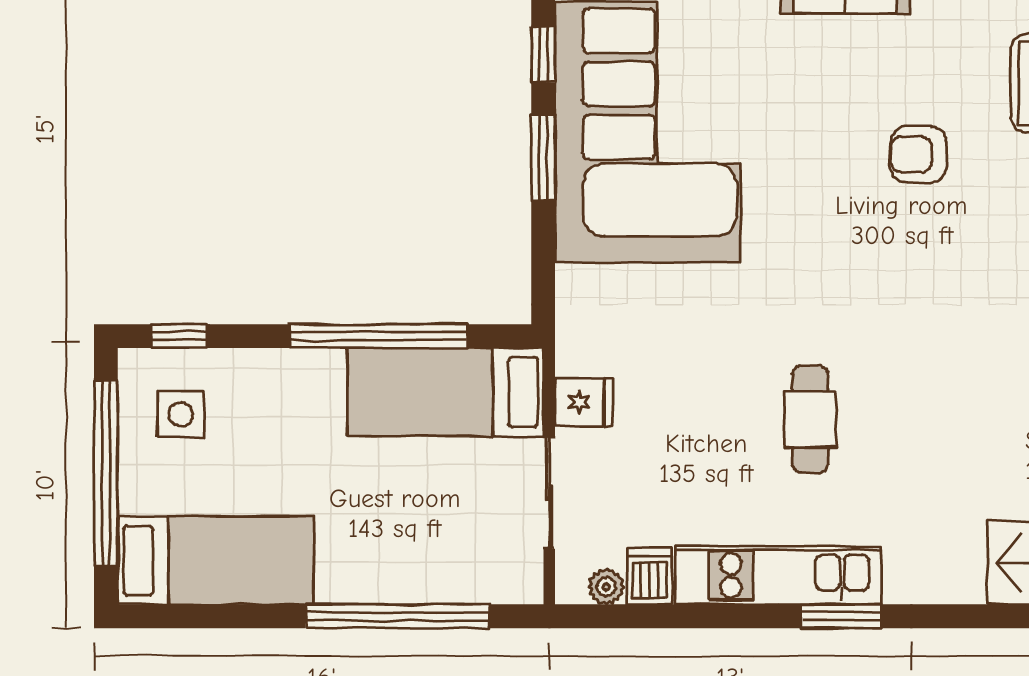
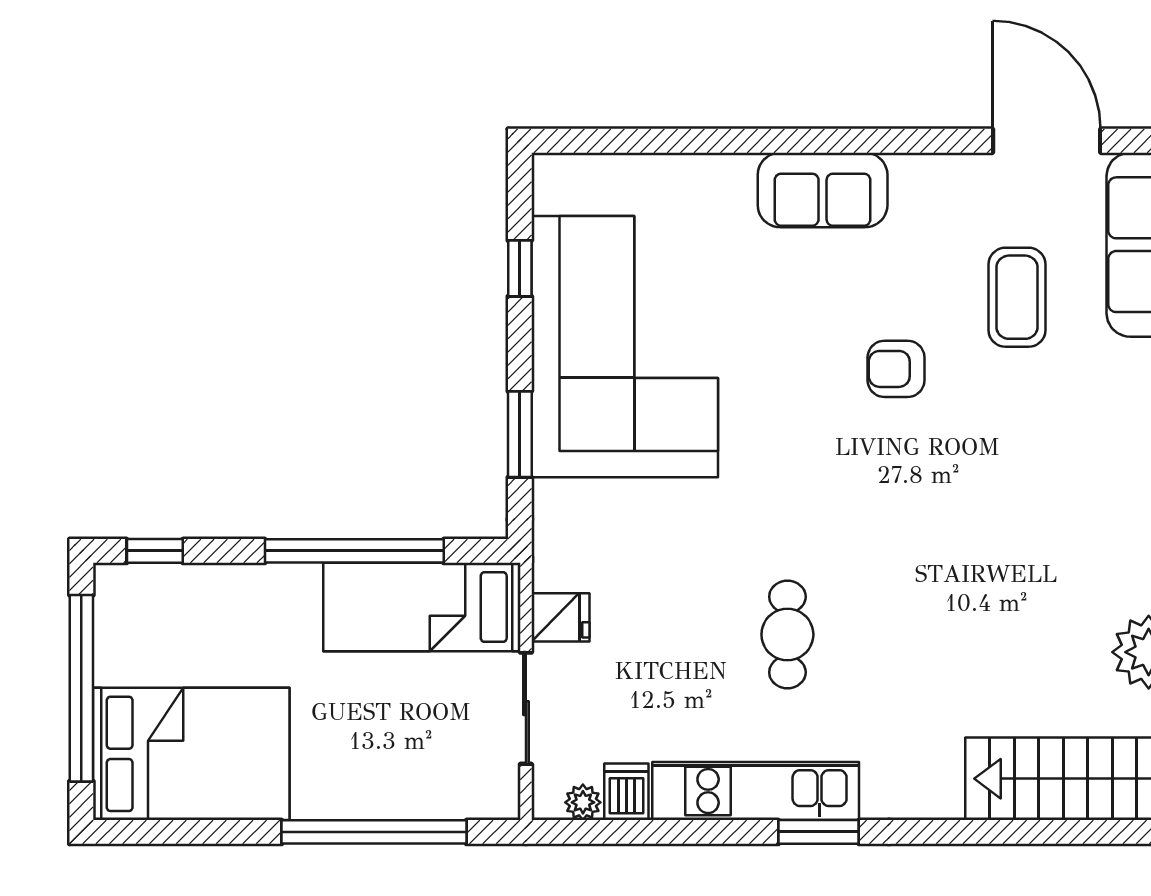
window: (543, 157) -> (520, 434), moved
side table: (181, 414) -> (156, 629), removed
bed: (216, 560) -> (191, 754), width x1.50

